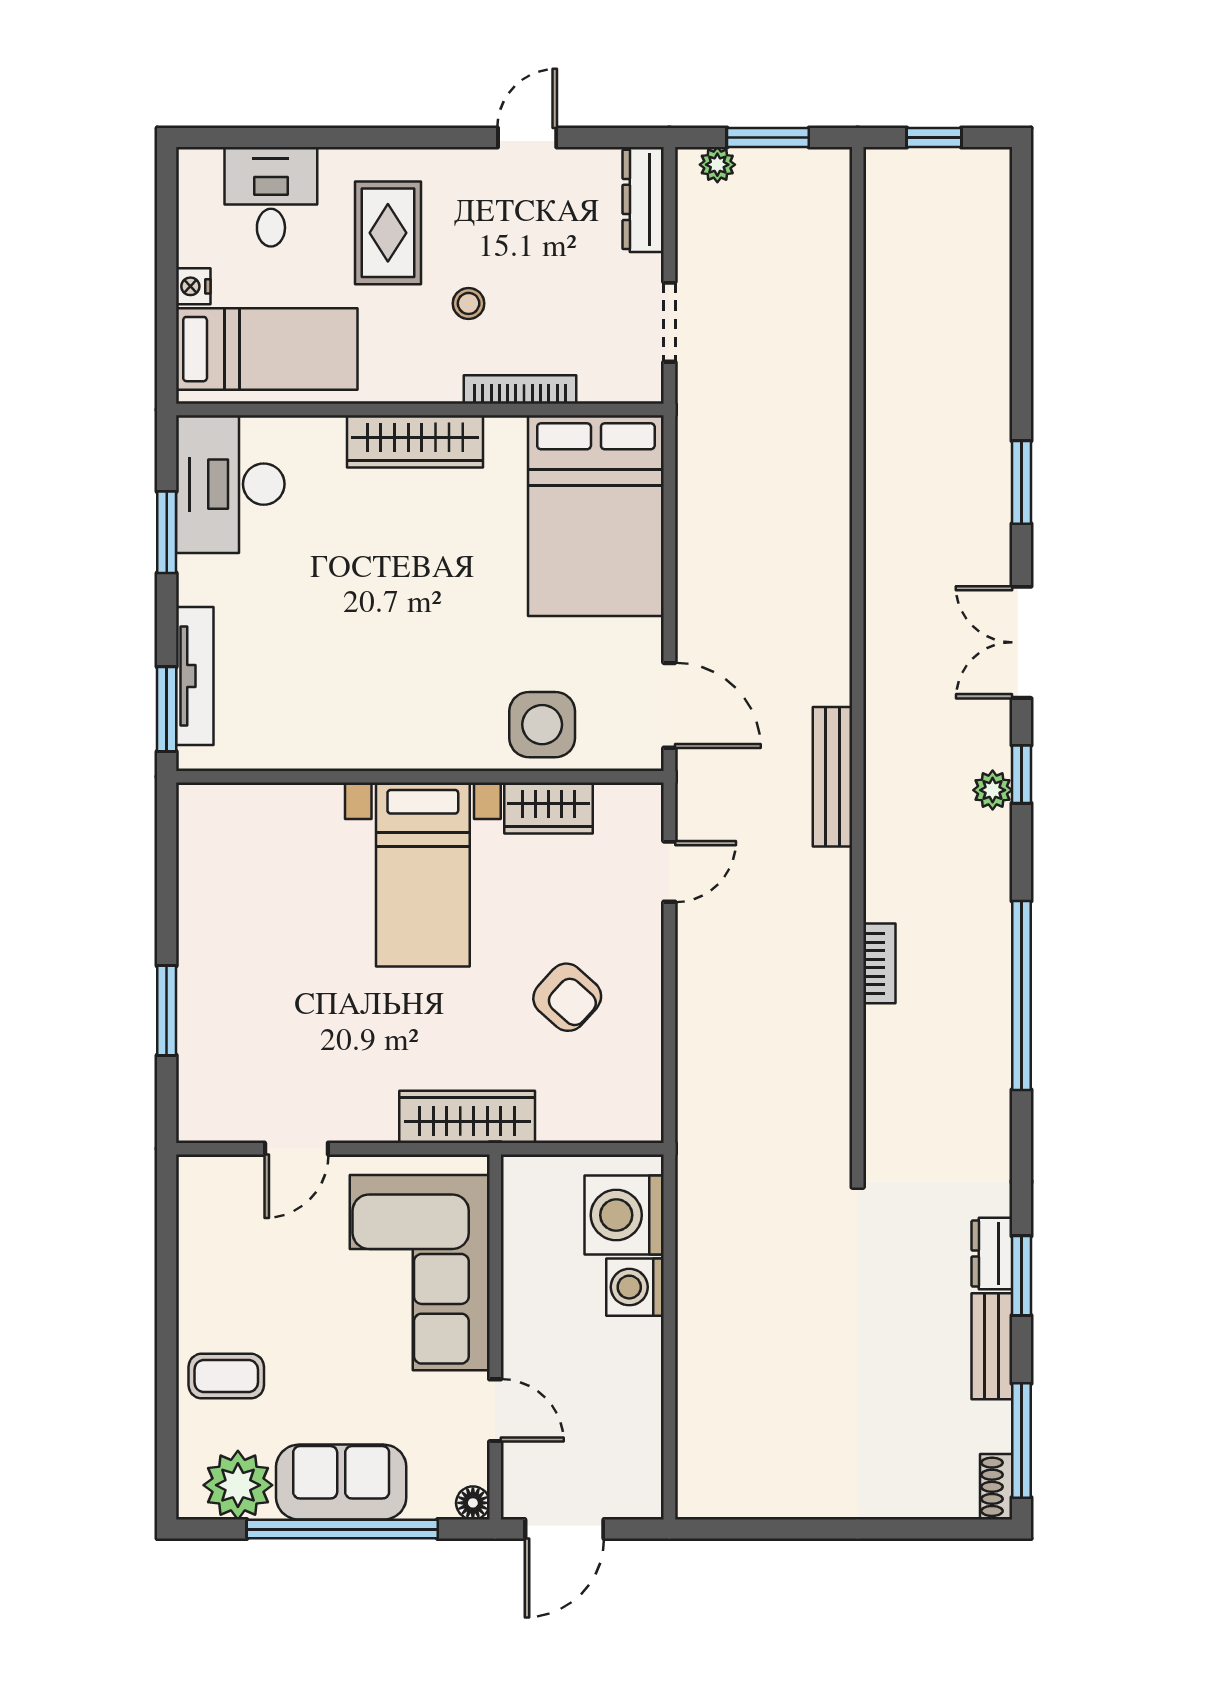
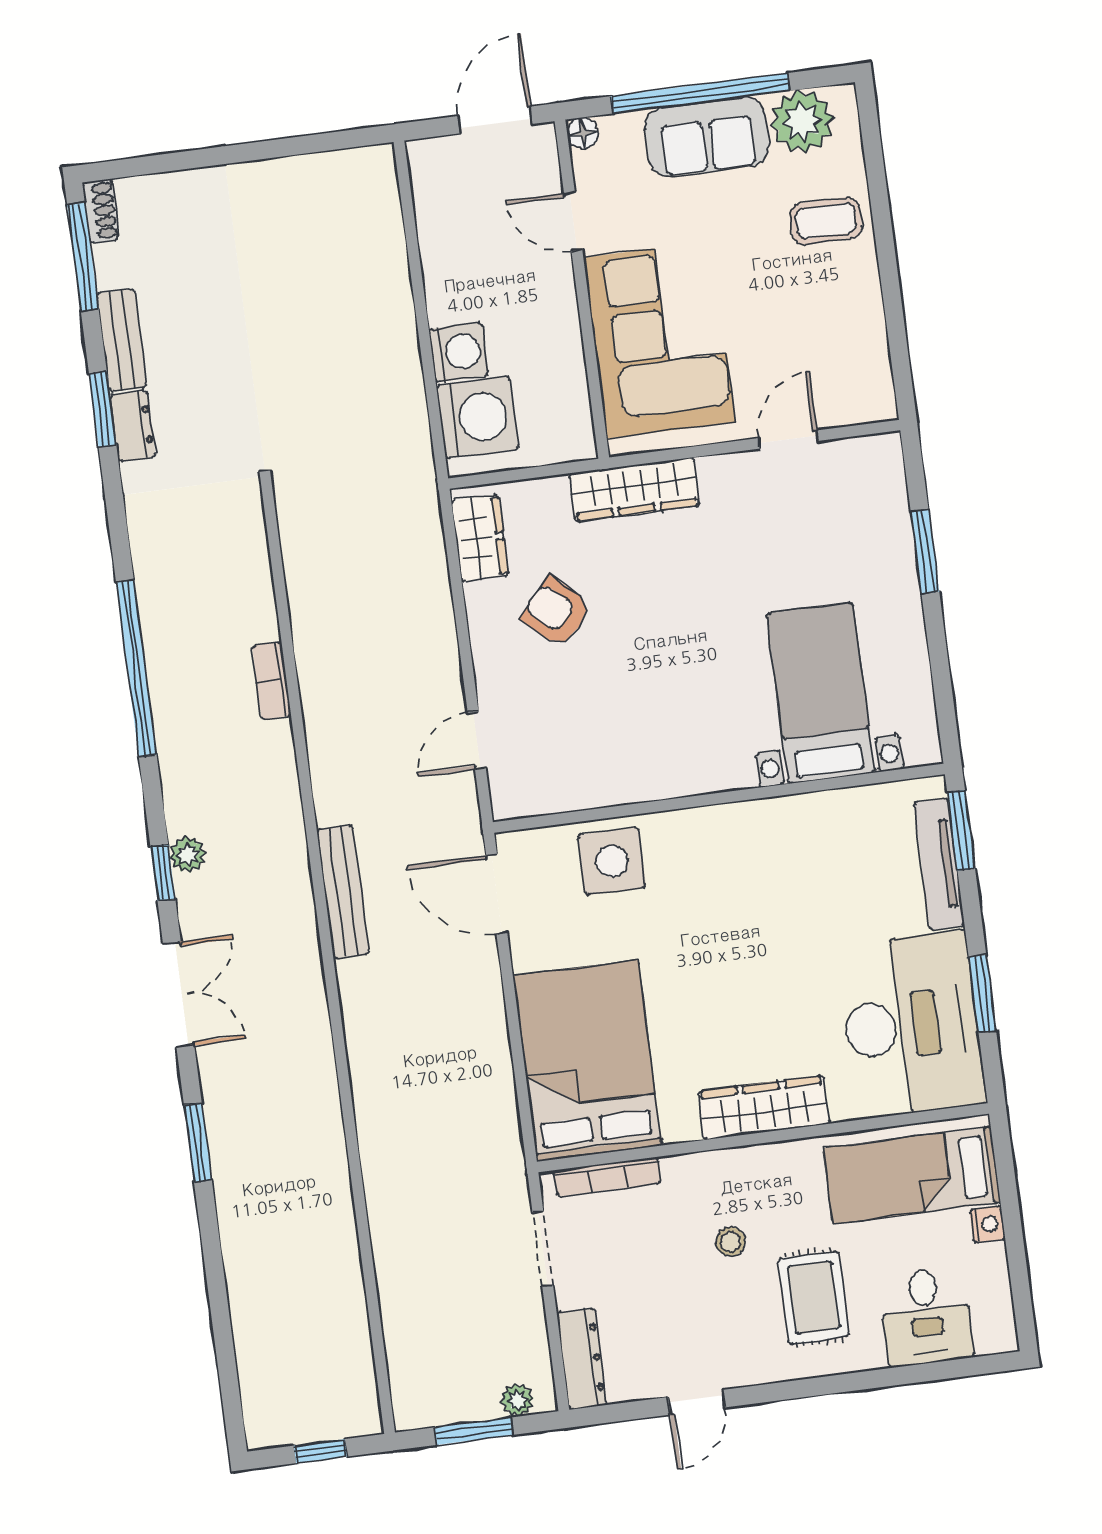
bookcase: (520, 390) -> (607, 1177), moved
desk: (230, 484) -> (911, 1025), width x1.36, depth x1.30
bench: (832, 777) -> (343, 892), moved
wardrobe: (549, 808) -> (480, 538), moved, turned 90
bed with nightstands: (423, 874) -> (821, 693), moved

